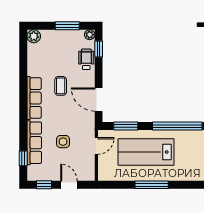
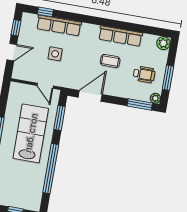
window: (99, 49) -> (140, 105), width x1.50
wheelchair: (86, 59) -> (144, 74), moved
row of seats: (34, 98) -> (120, 36), moved

